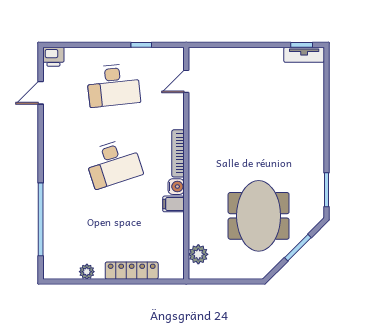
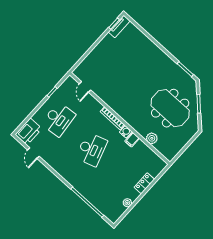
printer: (53, 57) -> (29, 132), width x1.87, depth x1.48
plant: (198, 254) -> (152, 138), moved
locker: (132, 271) -> (144, 183), width x0.66

